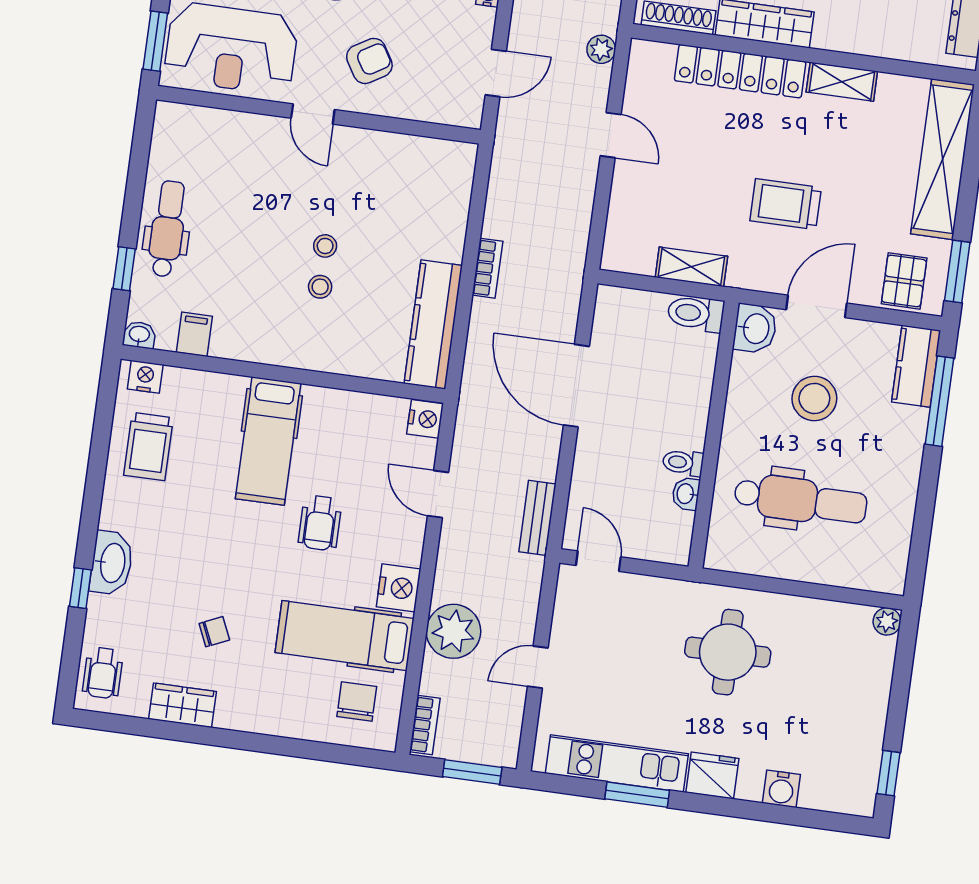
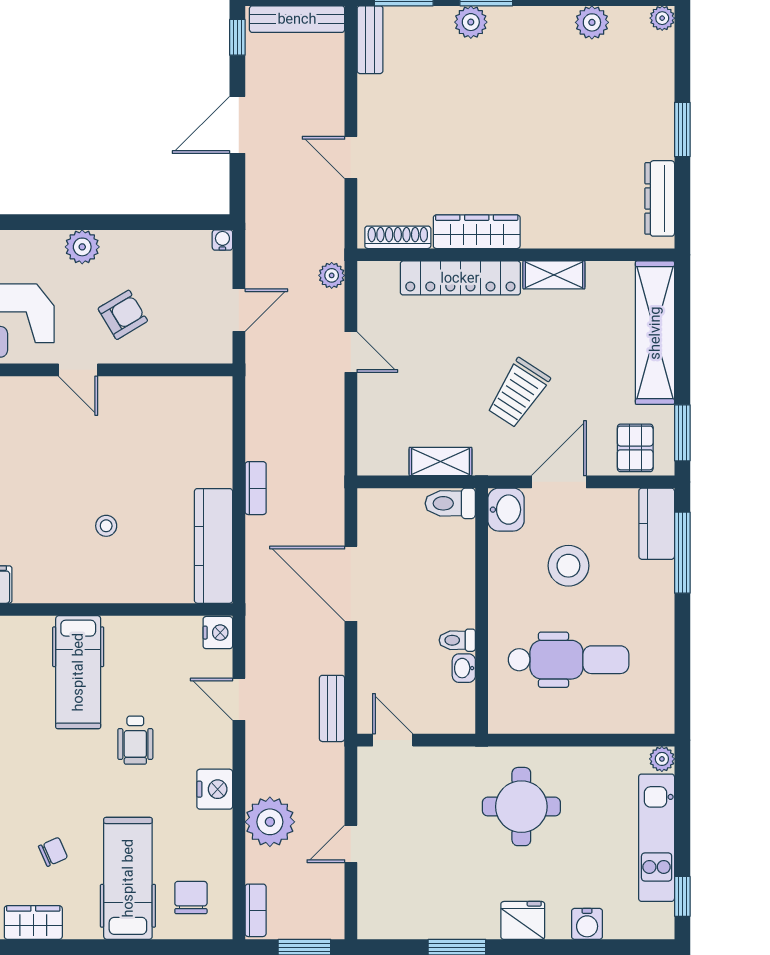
trolley: (786, 204) -> (518, 393), turned -57
stool: (325, 246) -> (106, 488), removed
hospital bed: (345, 636) -> (128, 878), moved, turned 90
kitchen unit: (617, 763) -> (657, 838), moved, turned -90

